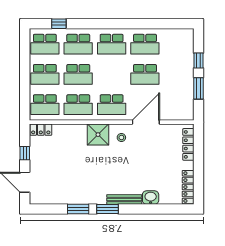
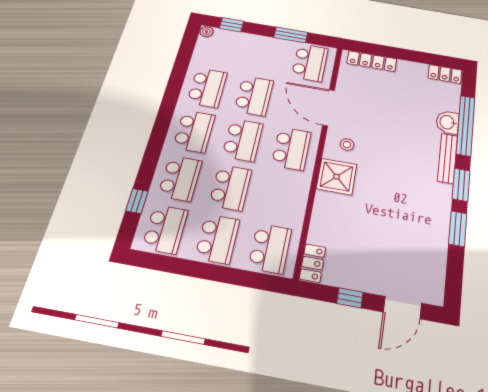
plant: (189, 33) -> (207, 32), added
window: (198, 60) -> (232, 25), moved
school desk: (78, 105) -> (243, 140), moved
school desk: (178, 105) -> (310, 63), added
locker: (188, 187) -> (445, 74), width x0.66
window: (151, 209) -> (466, 125), added

